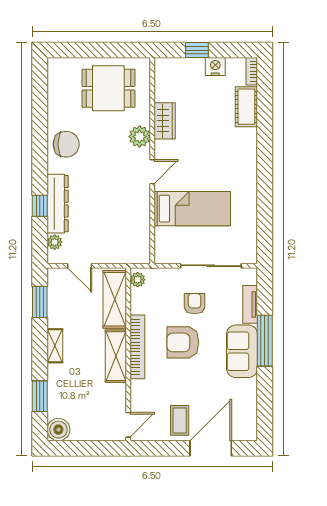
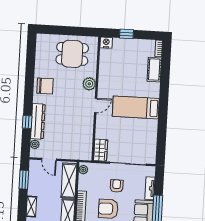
nightstand: (215, 66) -> (106, 43), moved
wardrobe: (165, 121) -> (101, 150), moved
bed: (192, 209) -> (136, 107), moved, turned 180

